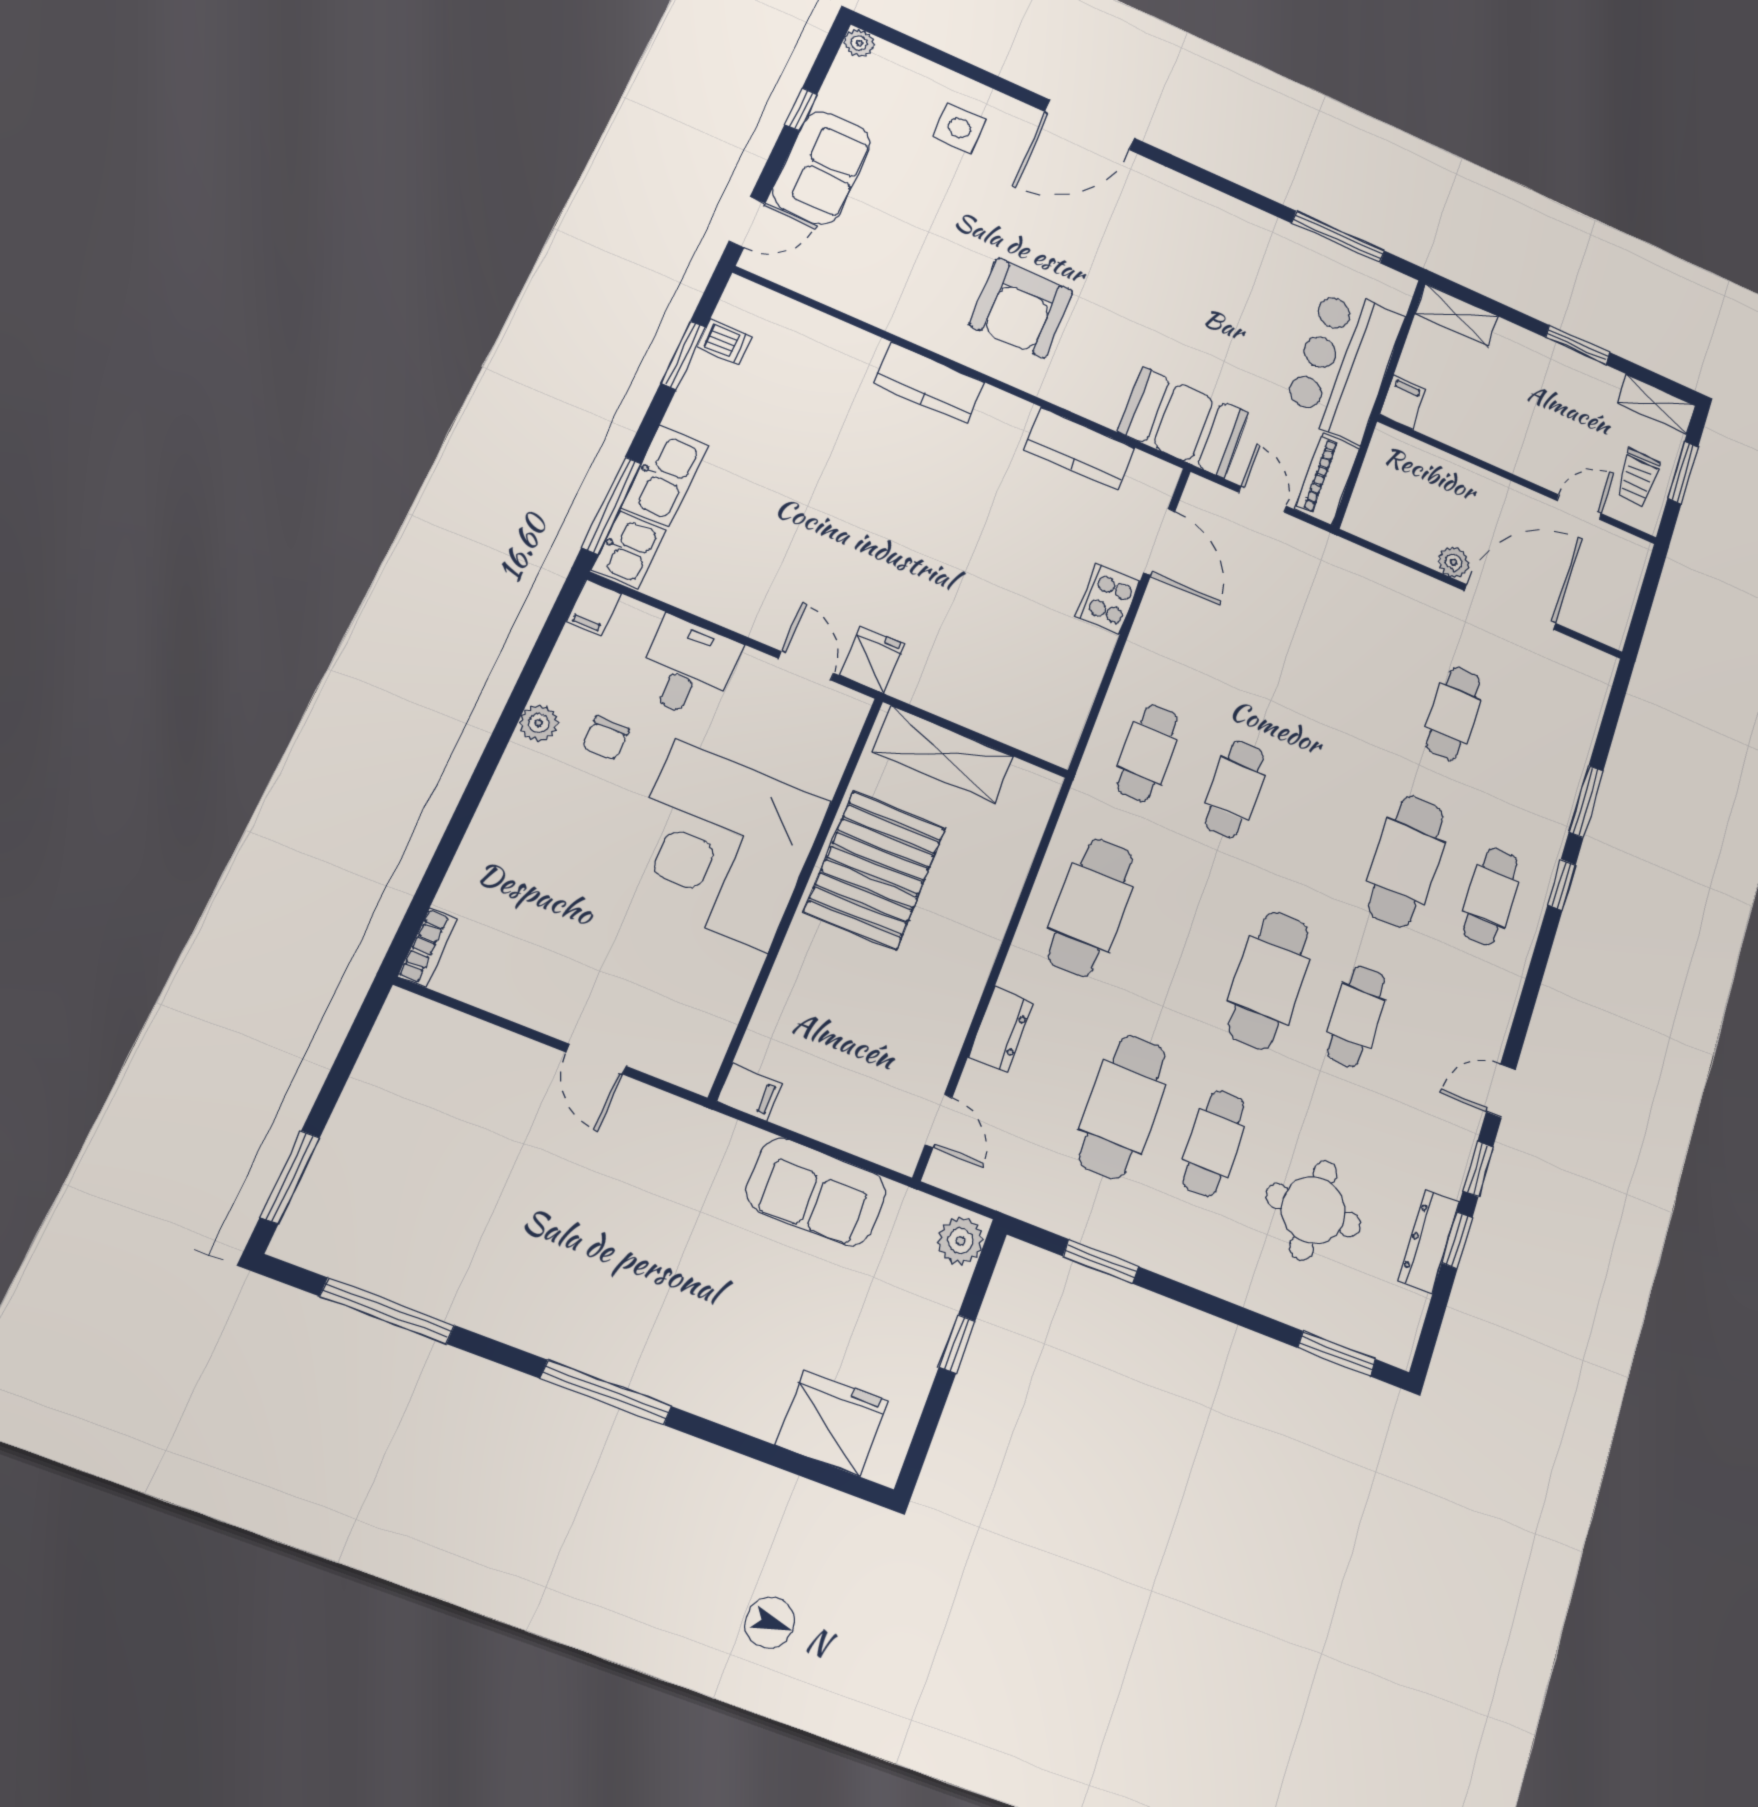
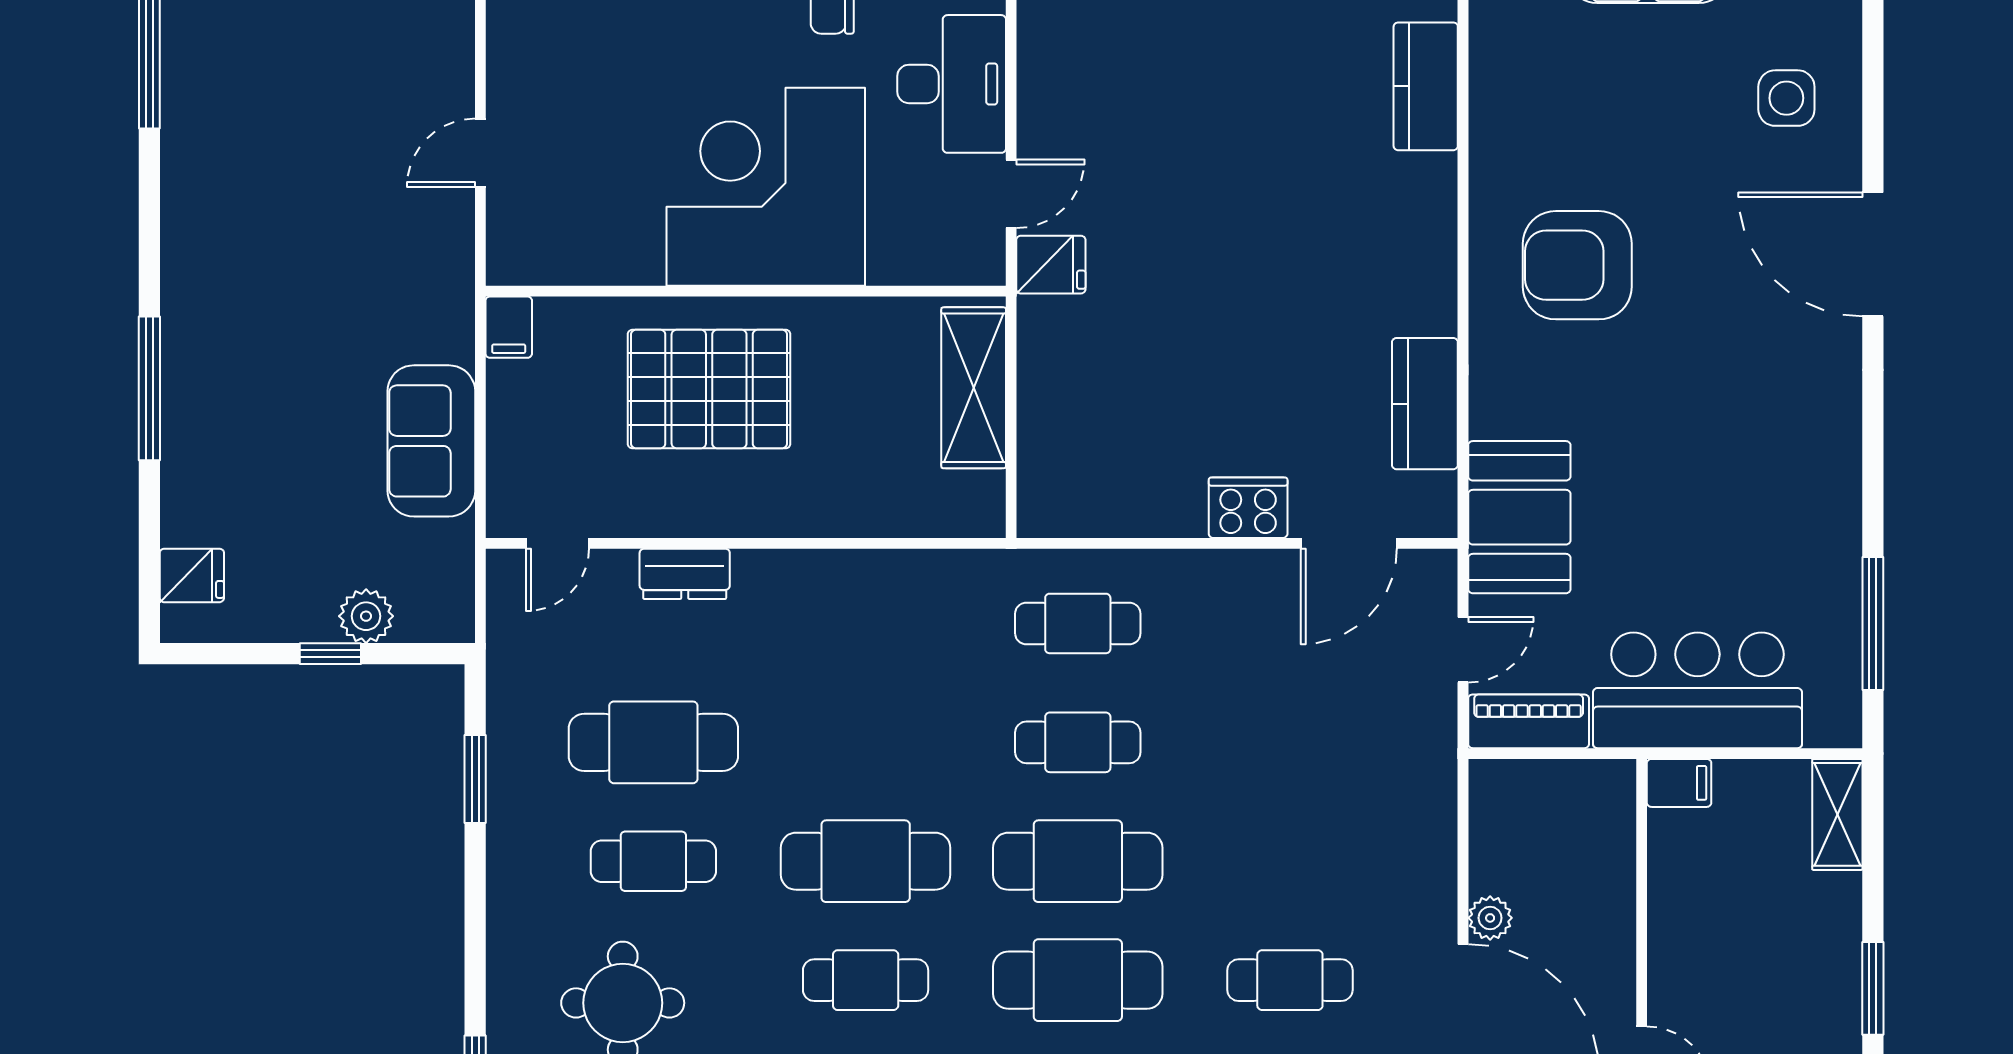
kitchen counter: (929, 383) -> (1426, 86), moved
desk: (687, 667) -> (952, 84), width x1.37
pallet: (875, 870) -> (709, 389), moved
cafe table: (1090, 907) -> (1078, 861), moved
plant: (960, 1241) -> (366, 616), moved
window: (606, 1393) -> (149, 388), moved
fridge: (832, 1423) -> (192, 575), width x0.53, depth x0.75

